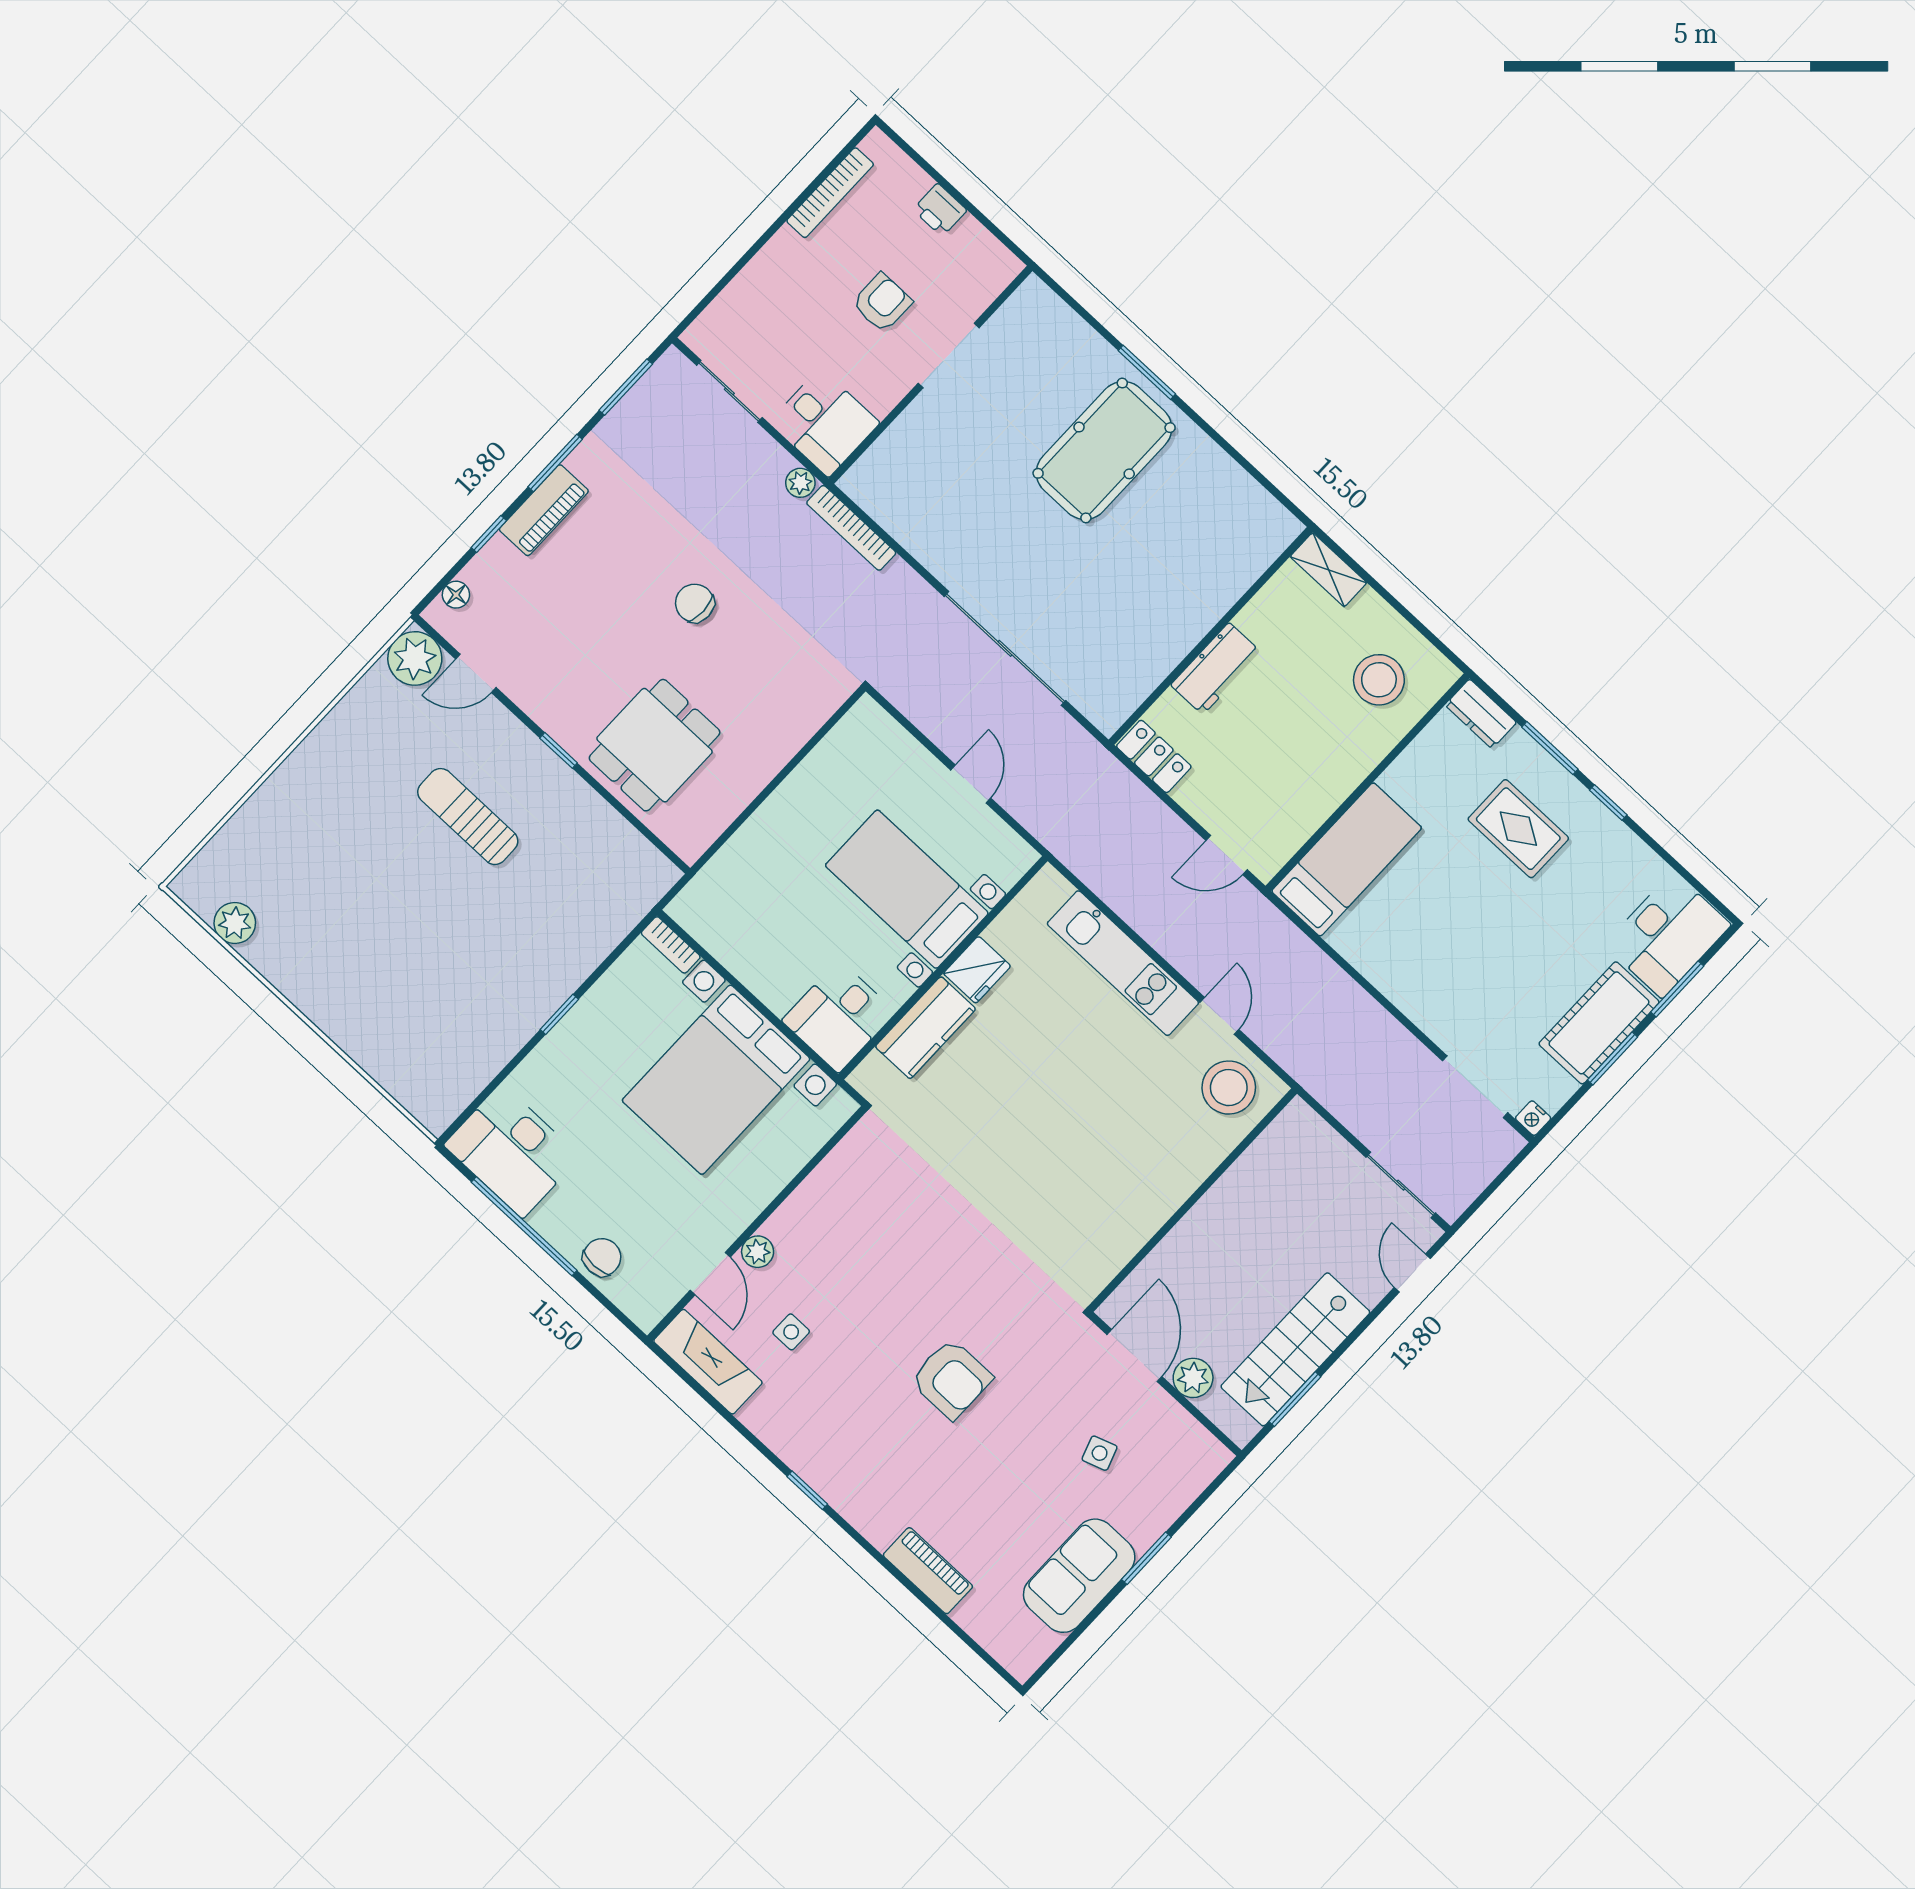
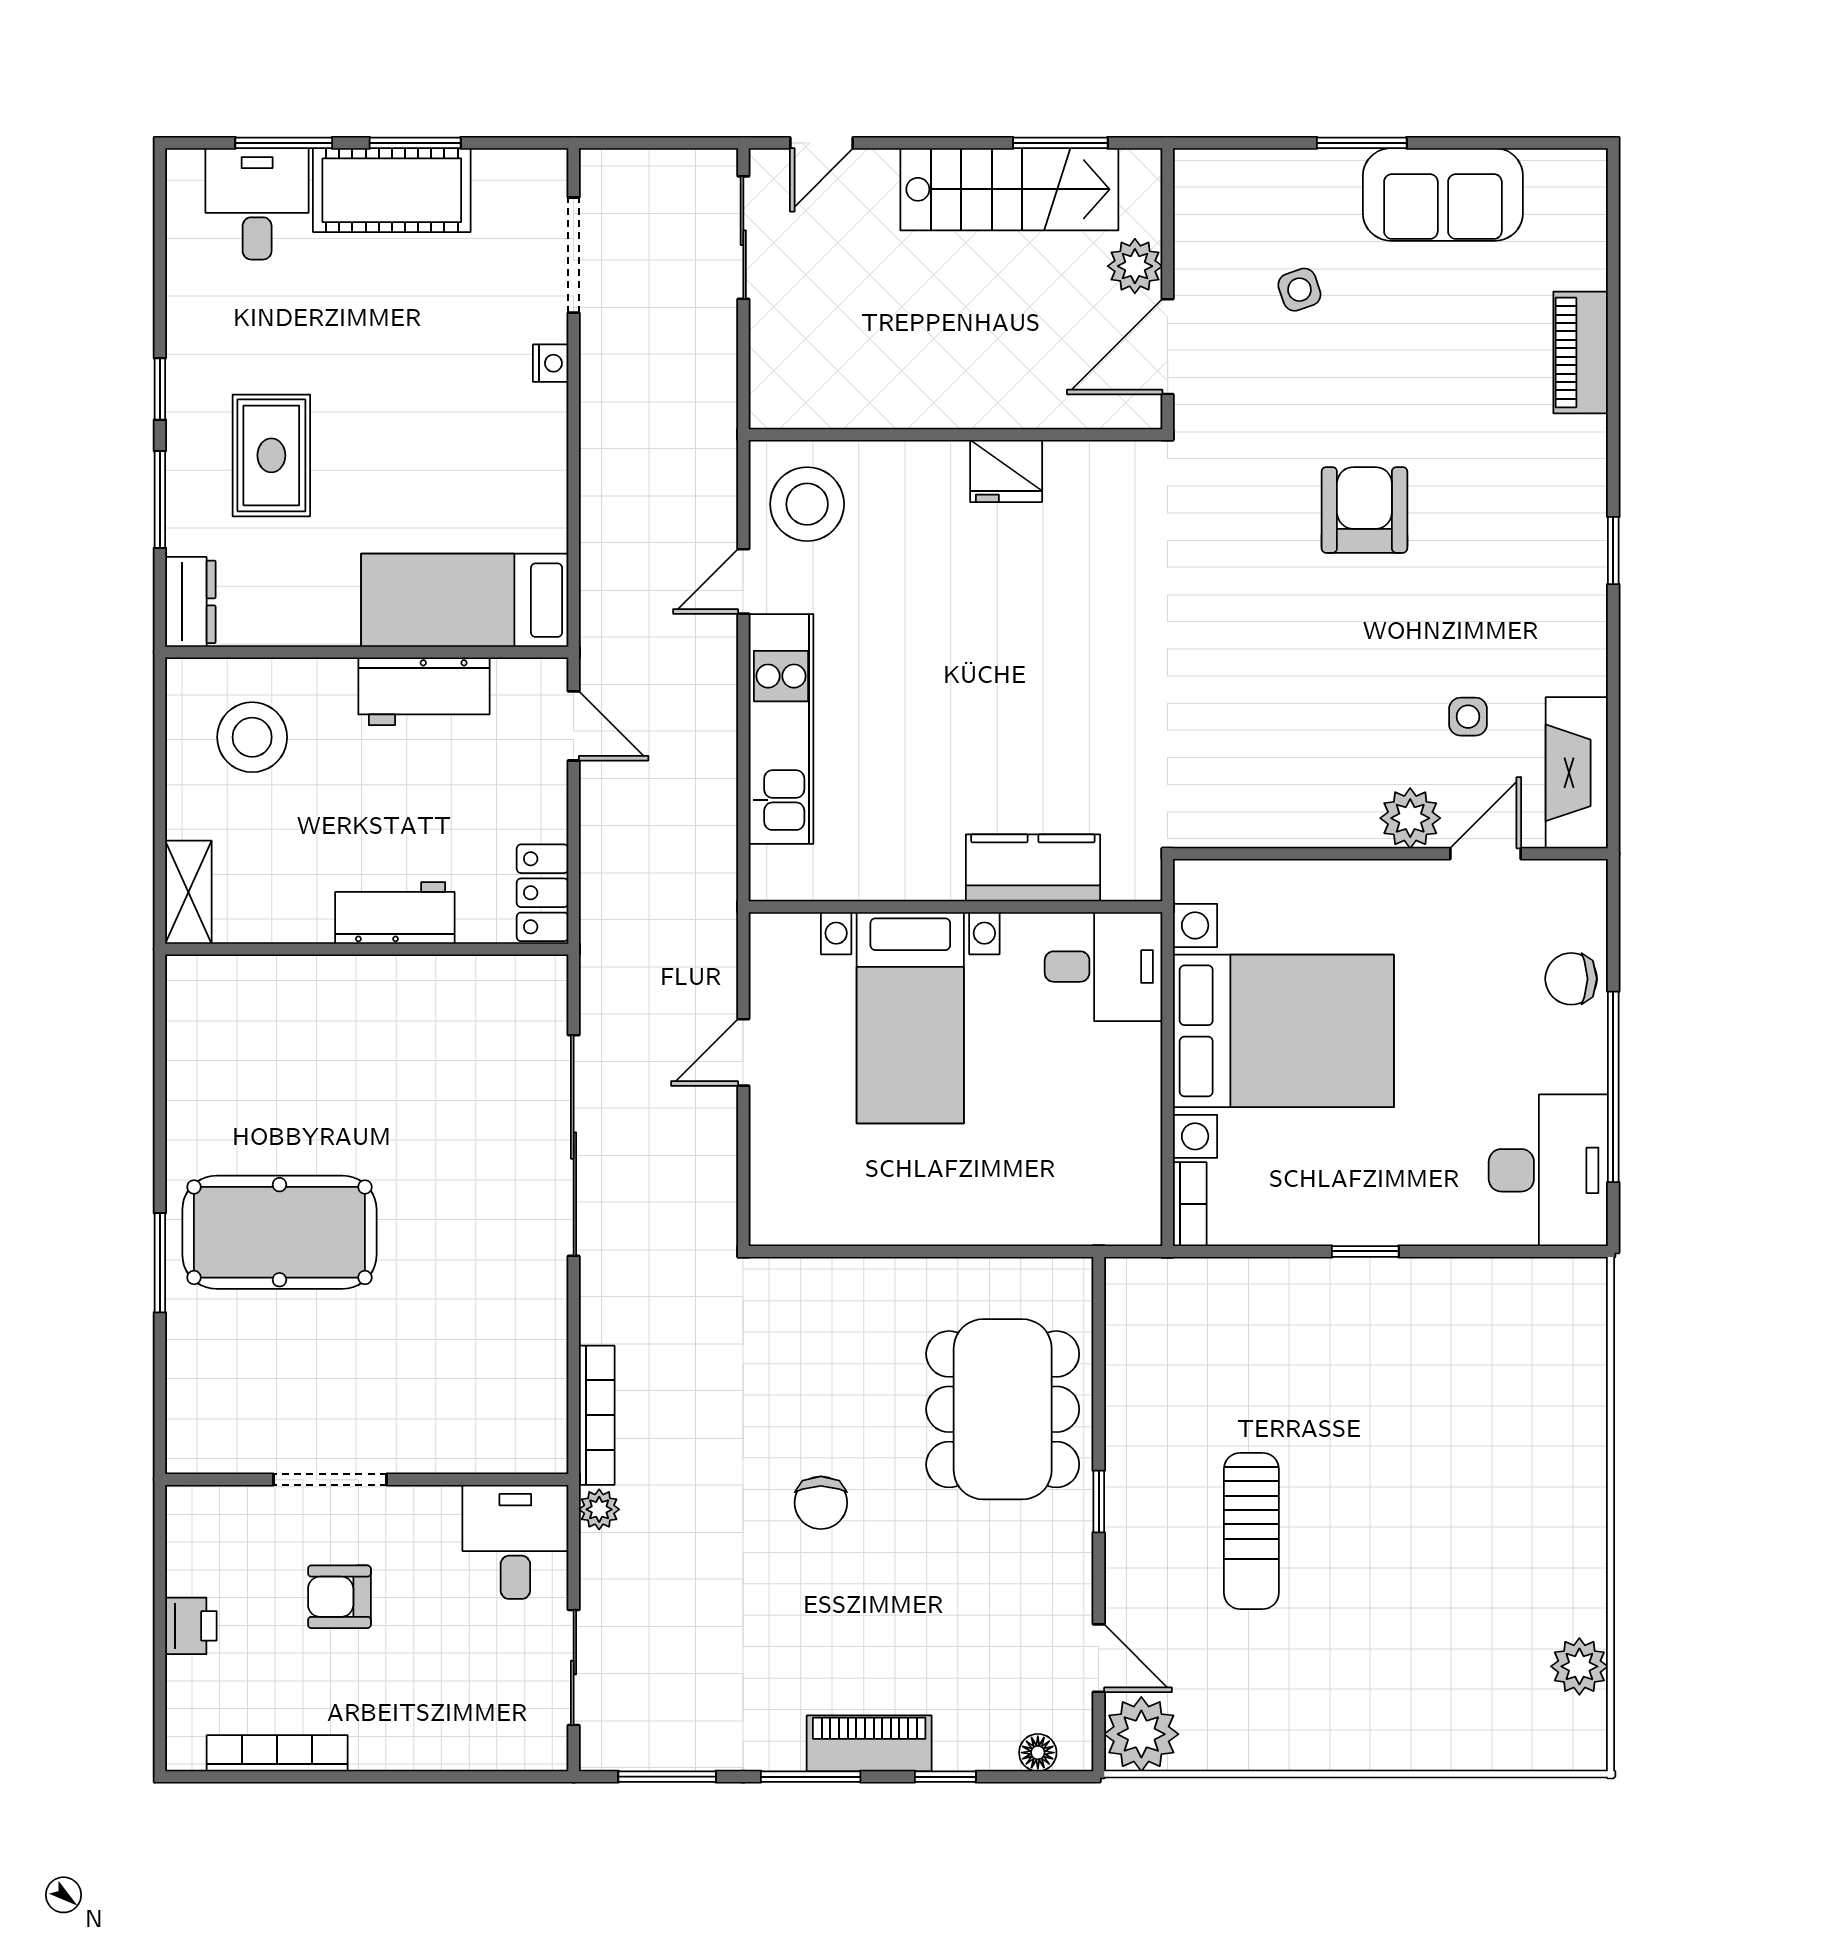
dining table: (655, 745) -> (1003, 1409), width x1.37
workbench: (1319, 793) -> (424, 691), added
desk: (1668, 935) -> (257, 204), width x0.73
fridge: (977, 970) -> (1006, 471), moved, turned 180
nightstand: (1533, 1118) -> (551, 363), moved
plant: (758, 1252) -> (1410, 818), width x1.38, depth x1.38

